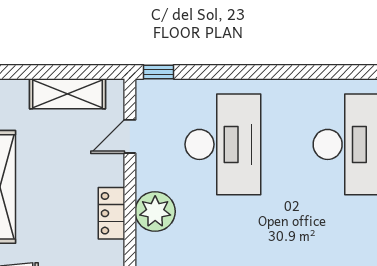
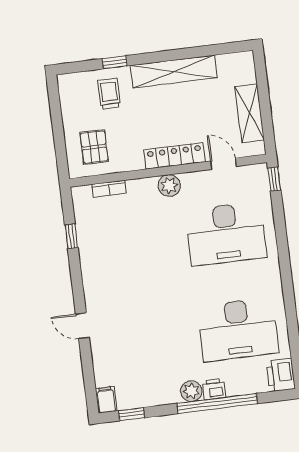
plant: (155, 212) -> (169, 186), width x0.73, depth x0.73
locker: (111, 213) -> (175, 156), width x1.53

